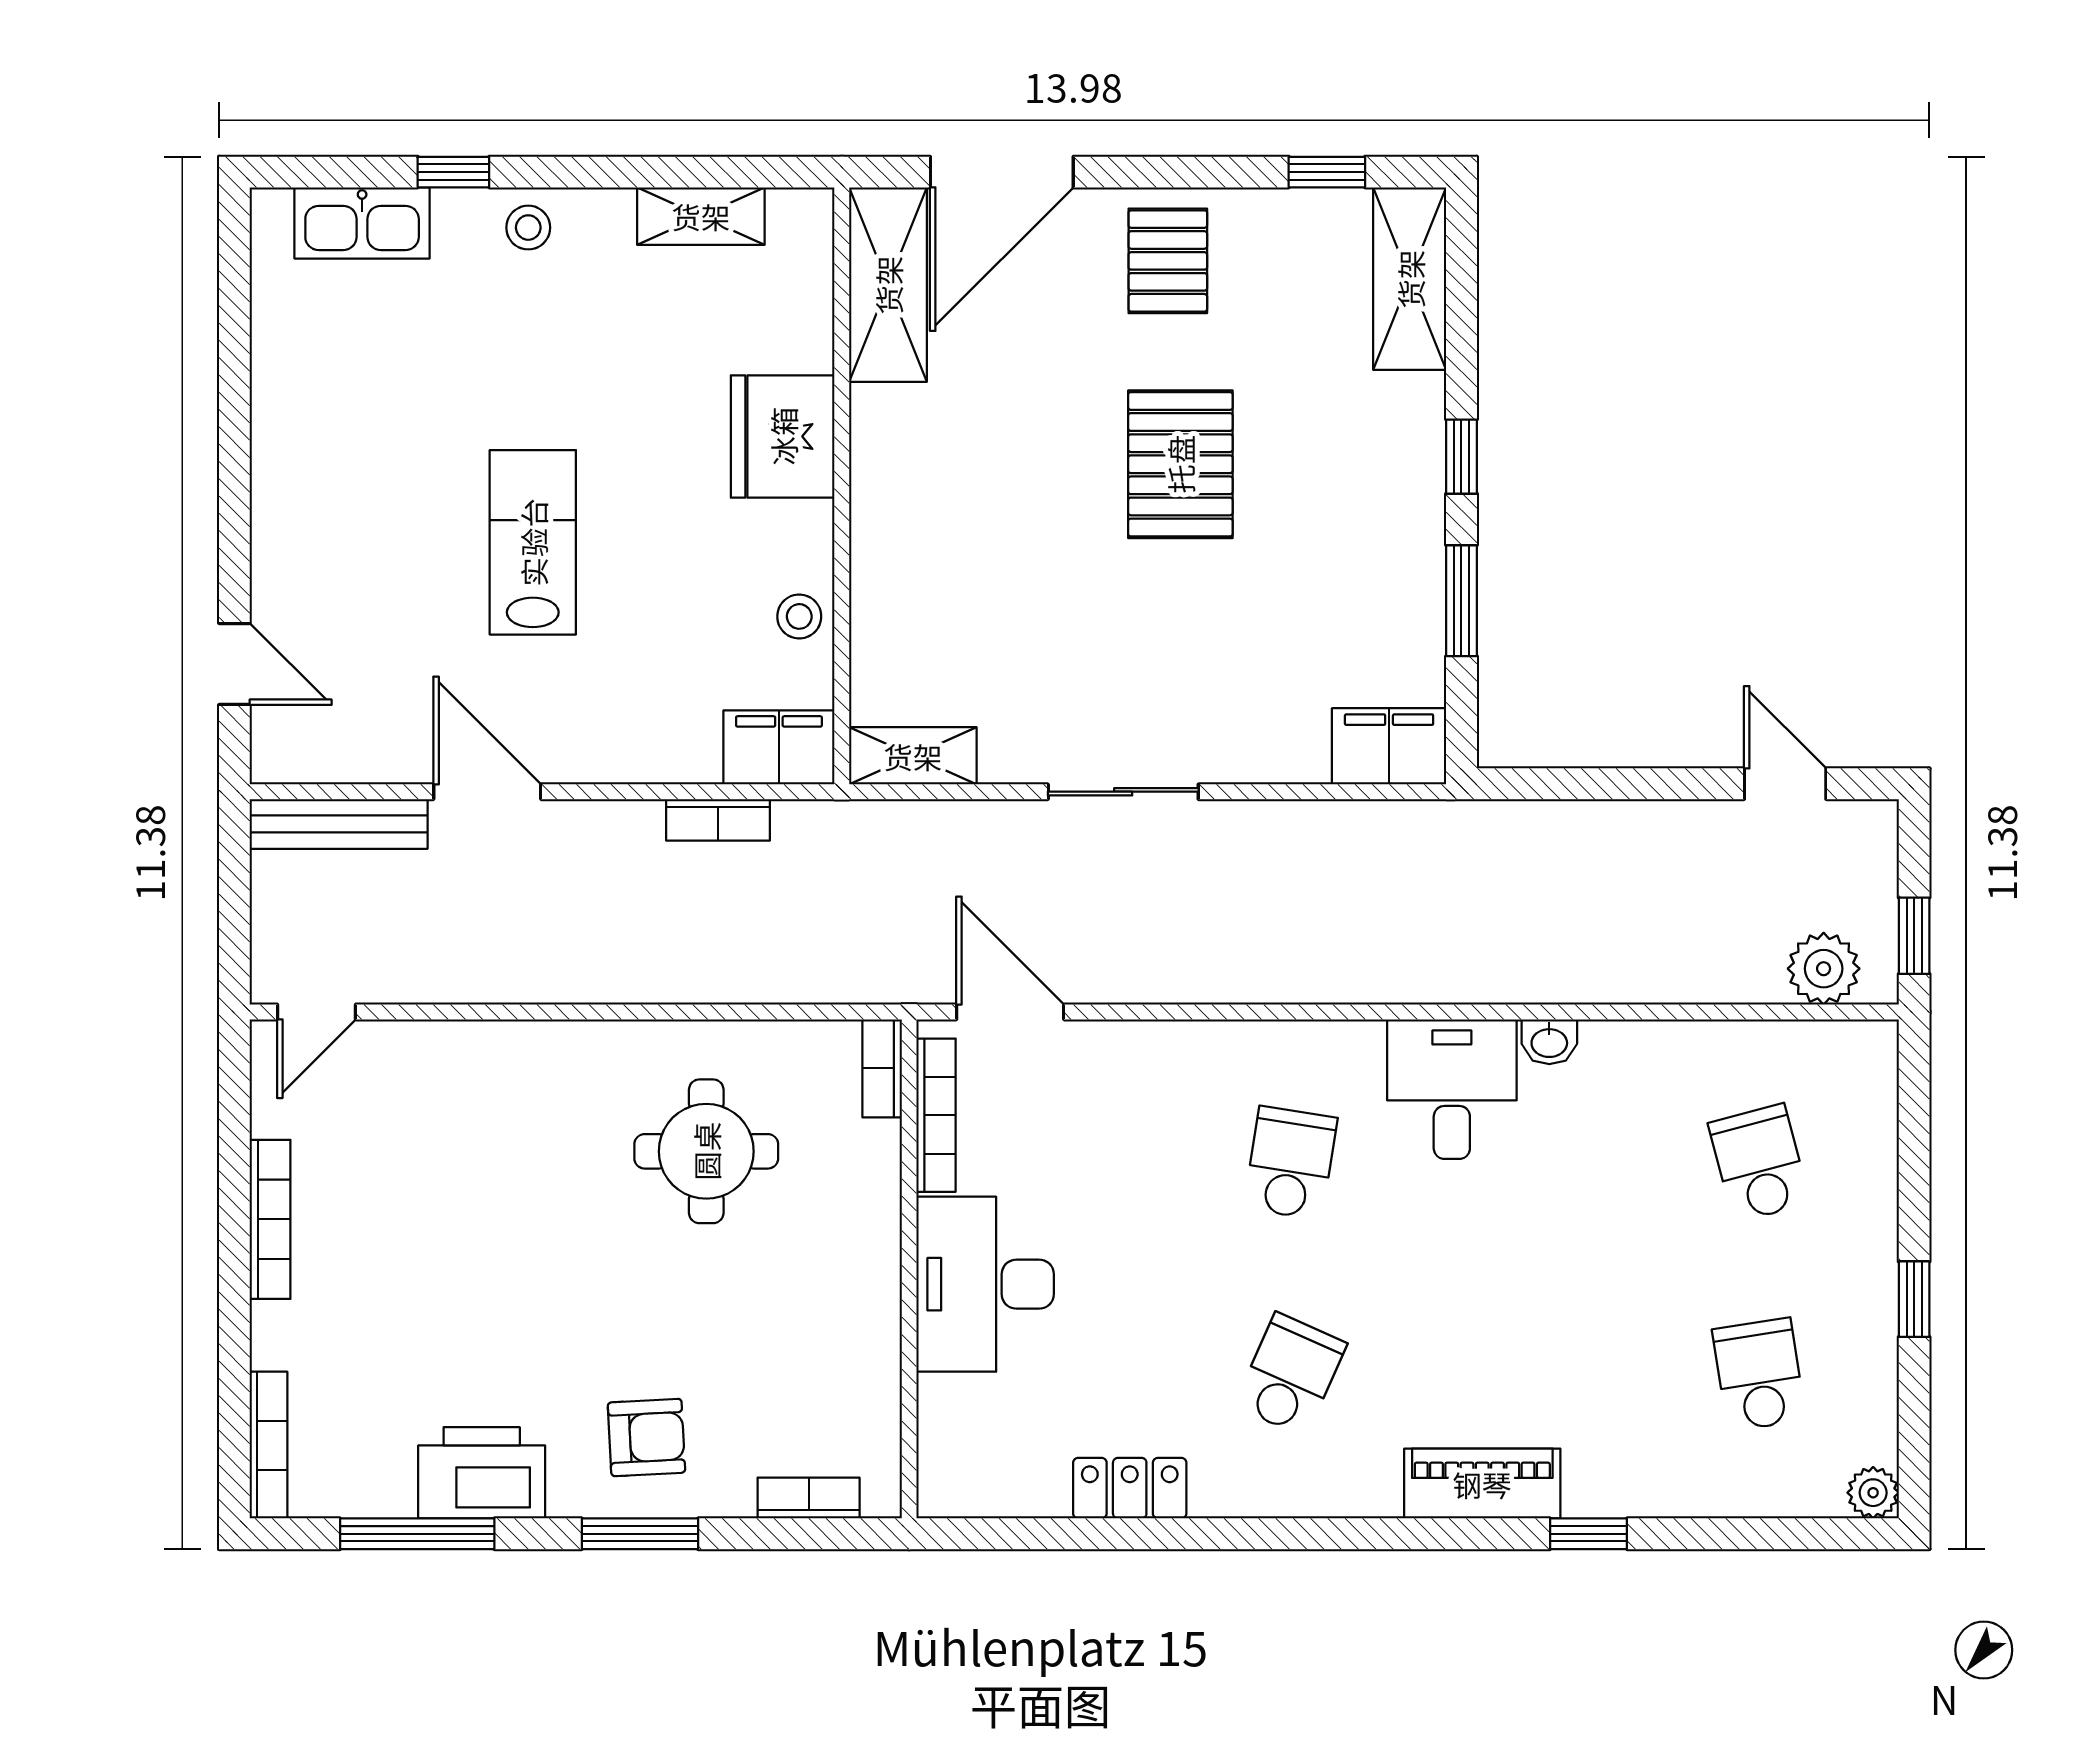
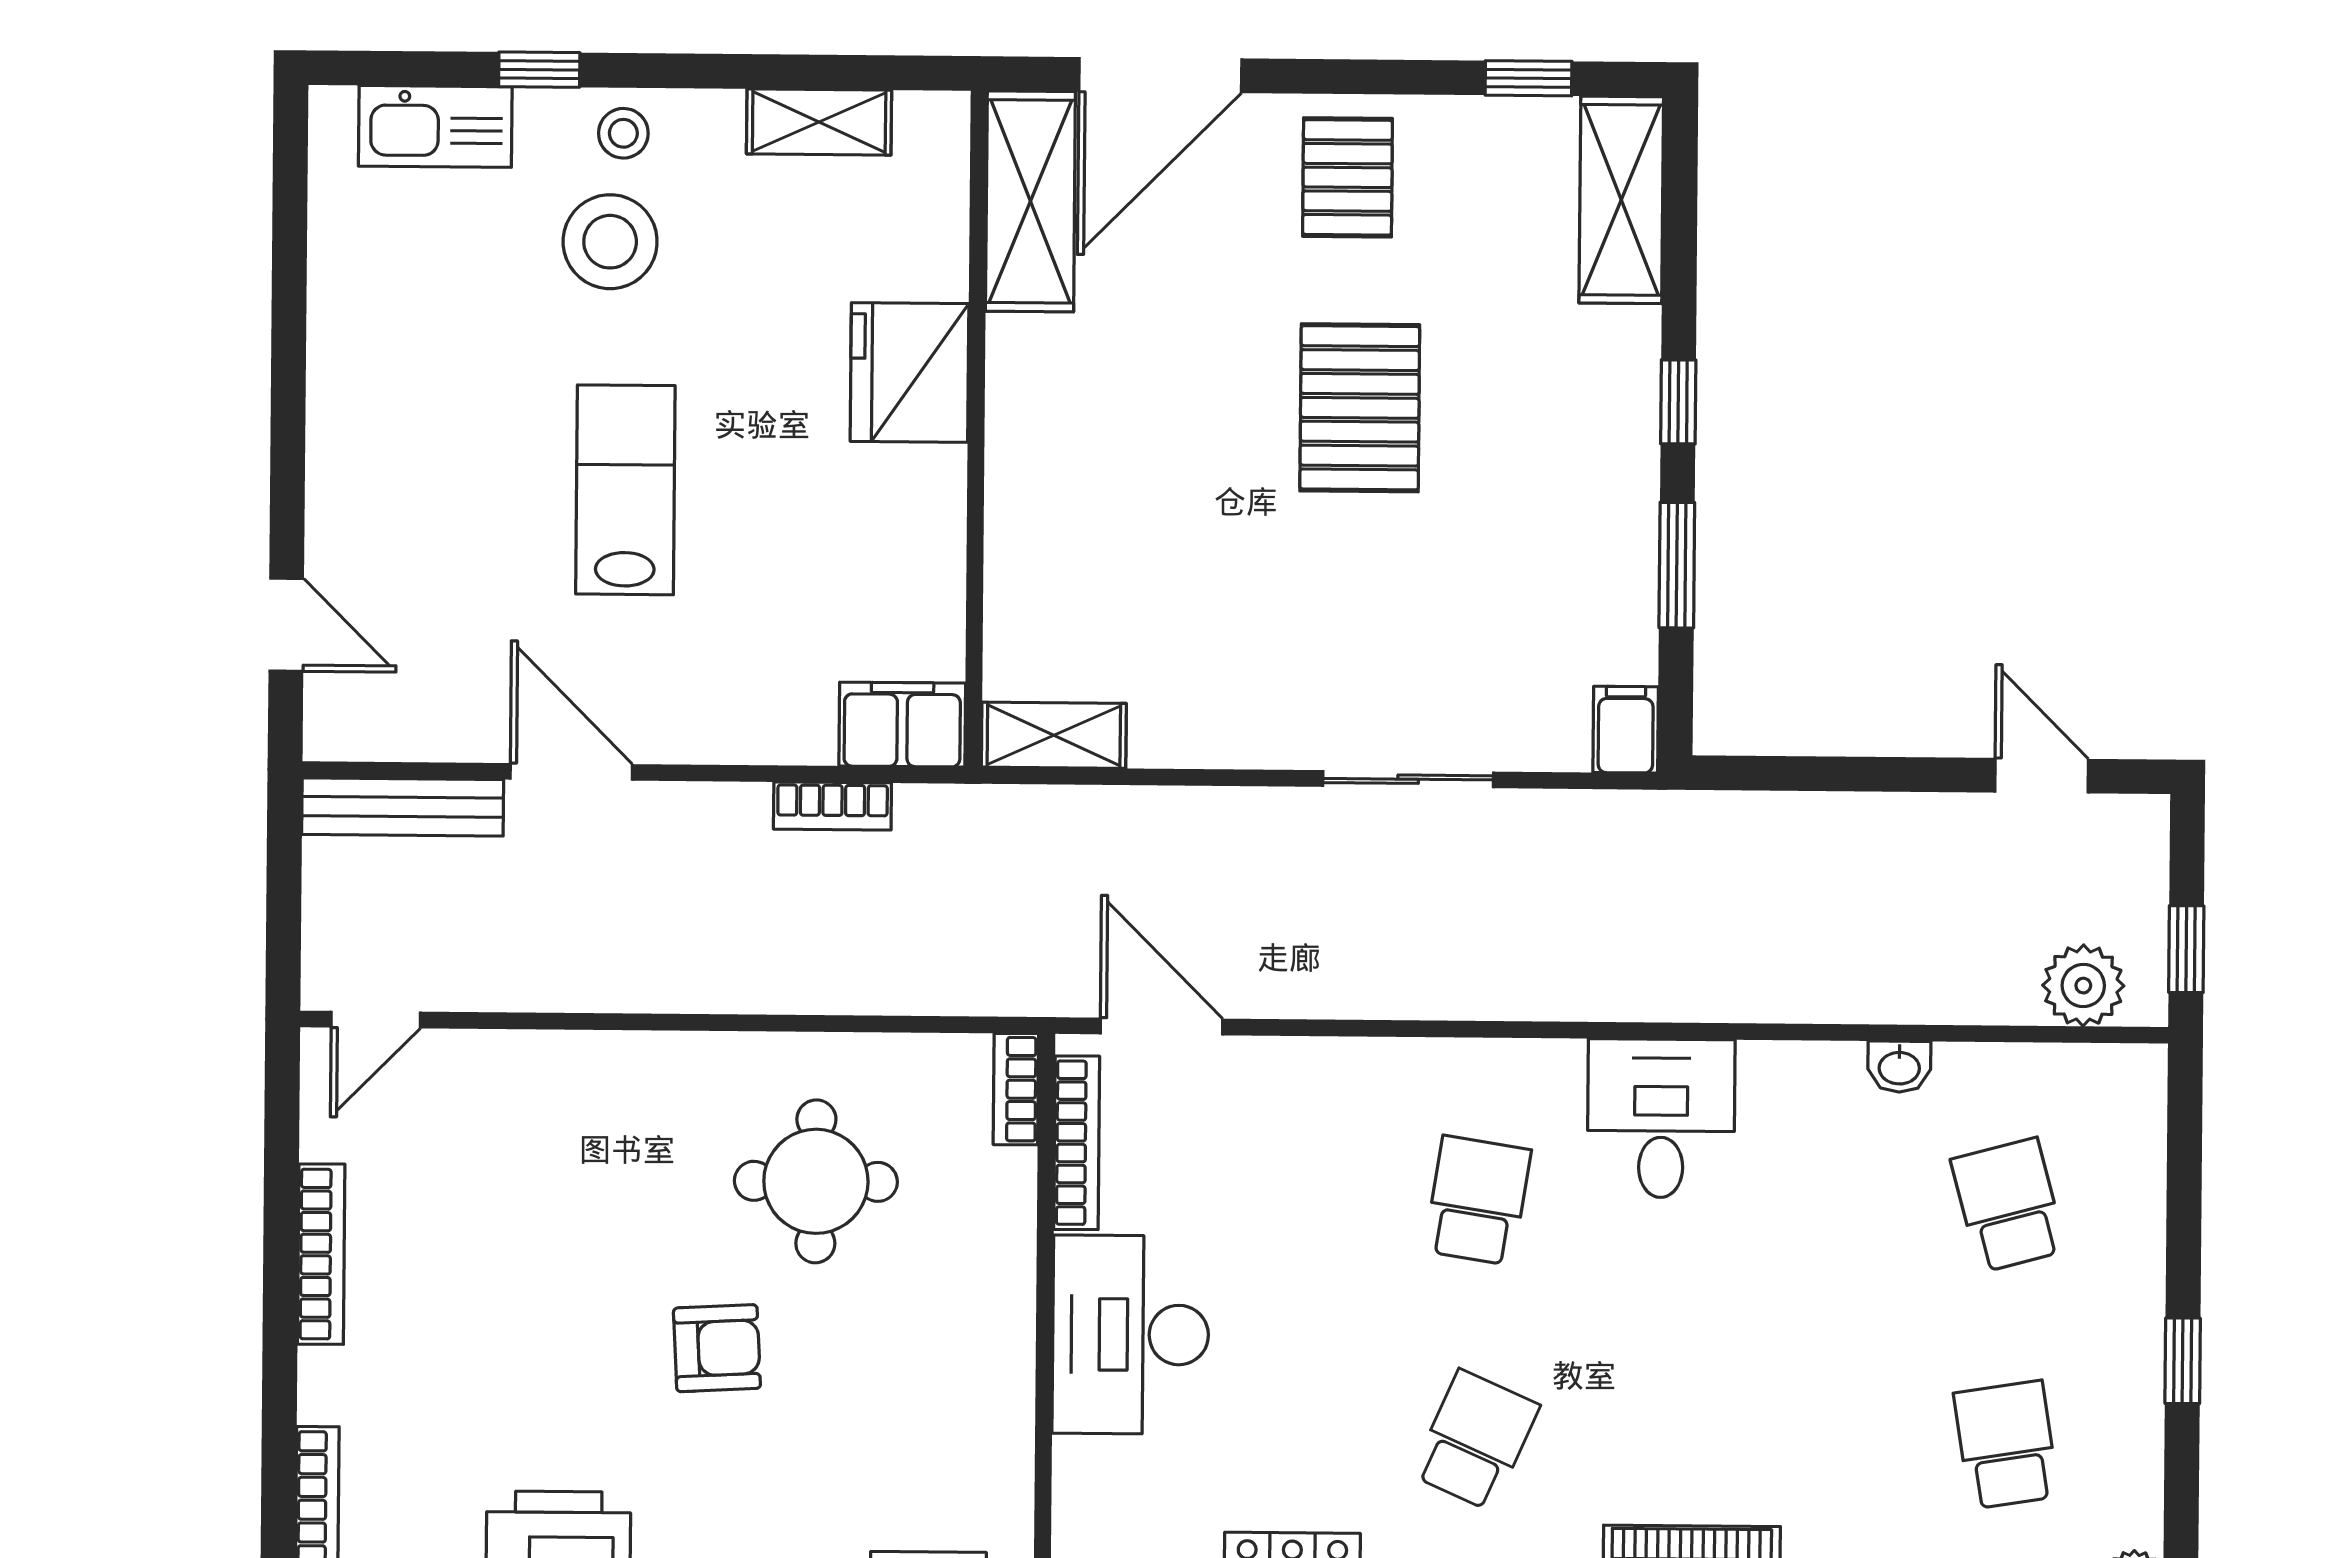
stool: (799, 616) -> (610, 242), moved, width x1.89, depth x1.89
filing cabinet: (1389, 746) -> (1626, 730), width x0.50
sliding door: (1123, 792) -> (1408, 779), moved
washbasin: (1549, 1042) -> (1899, 1067), moved
armchair: (646, 1438) -> (717, 1348), moved

